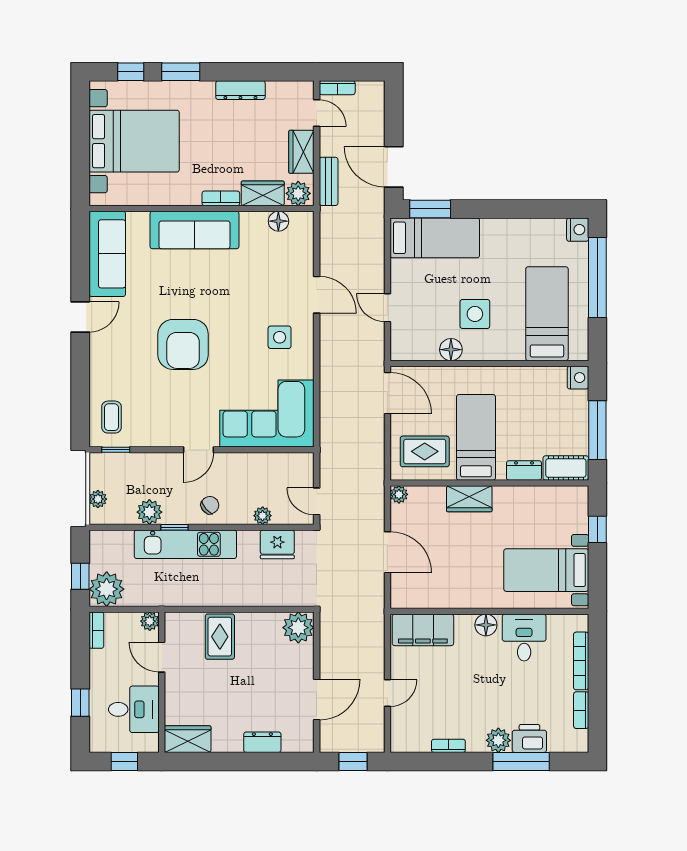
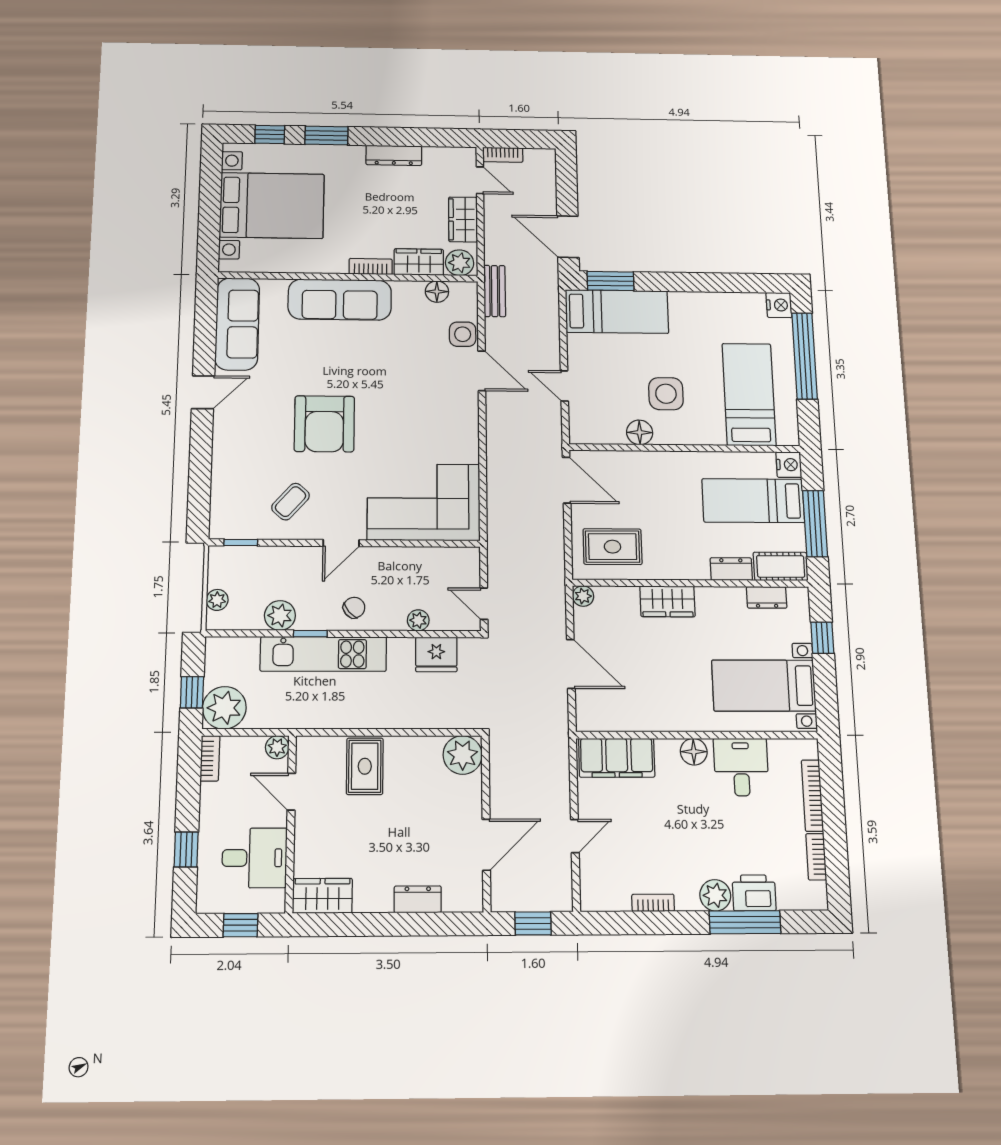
bench: (329, 181) -> (495, 291), moved
side table: (280, 337) -> (463, 334), moved
coffee table: (111, 417) -> (291, 502), moved, turned 41
bed: (476, 437) -> (753, 501), moved, turned -90
dresser: (553, 495) -> (767, 597), added

